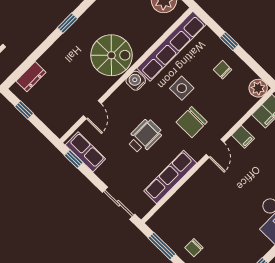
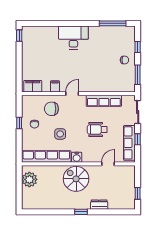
window: (229, 41) -> (19, 123), moved
dresser: (31, 77) -> (99, 205), moved
plant: (258, 88) -> (27, 101), removed
chair: (192, 122) -> (51, 109), moved, turned 180
row of seats: (85, 152) -> (129, 143), width x1.48
window: (74, 159) -> (138, 139), moved

